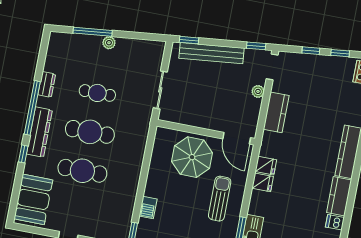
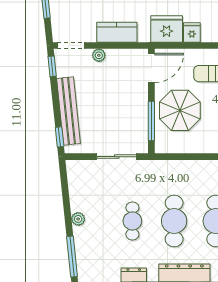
window: (93, 32) -> (72, 257), moved
window: (187, 129) -> (151, 121), added
fridge: (266, 166) -> (167, 29), width x1.88, depth x1.34

